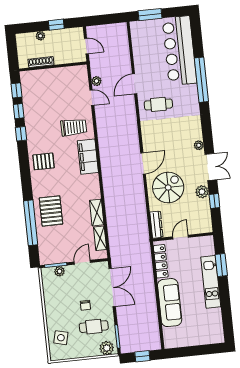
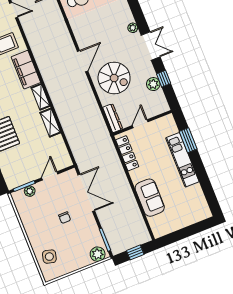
spiral stairs: (168, 187) -> (114, 78), turned 90
plant: (202, 192) -> (153, 84), moved
shelving: (100, 238) -> (41, 97), moved
sofa: (170, 303) -> (150, 198), width x0.73
cafe table: (94, 327) -> (79, 236), removed

